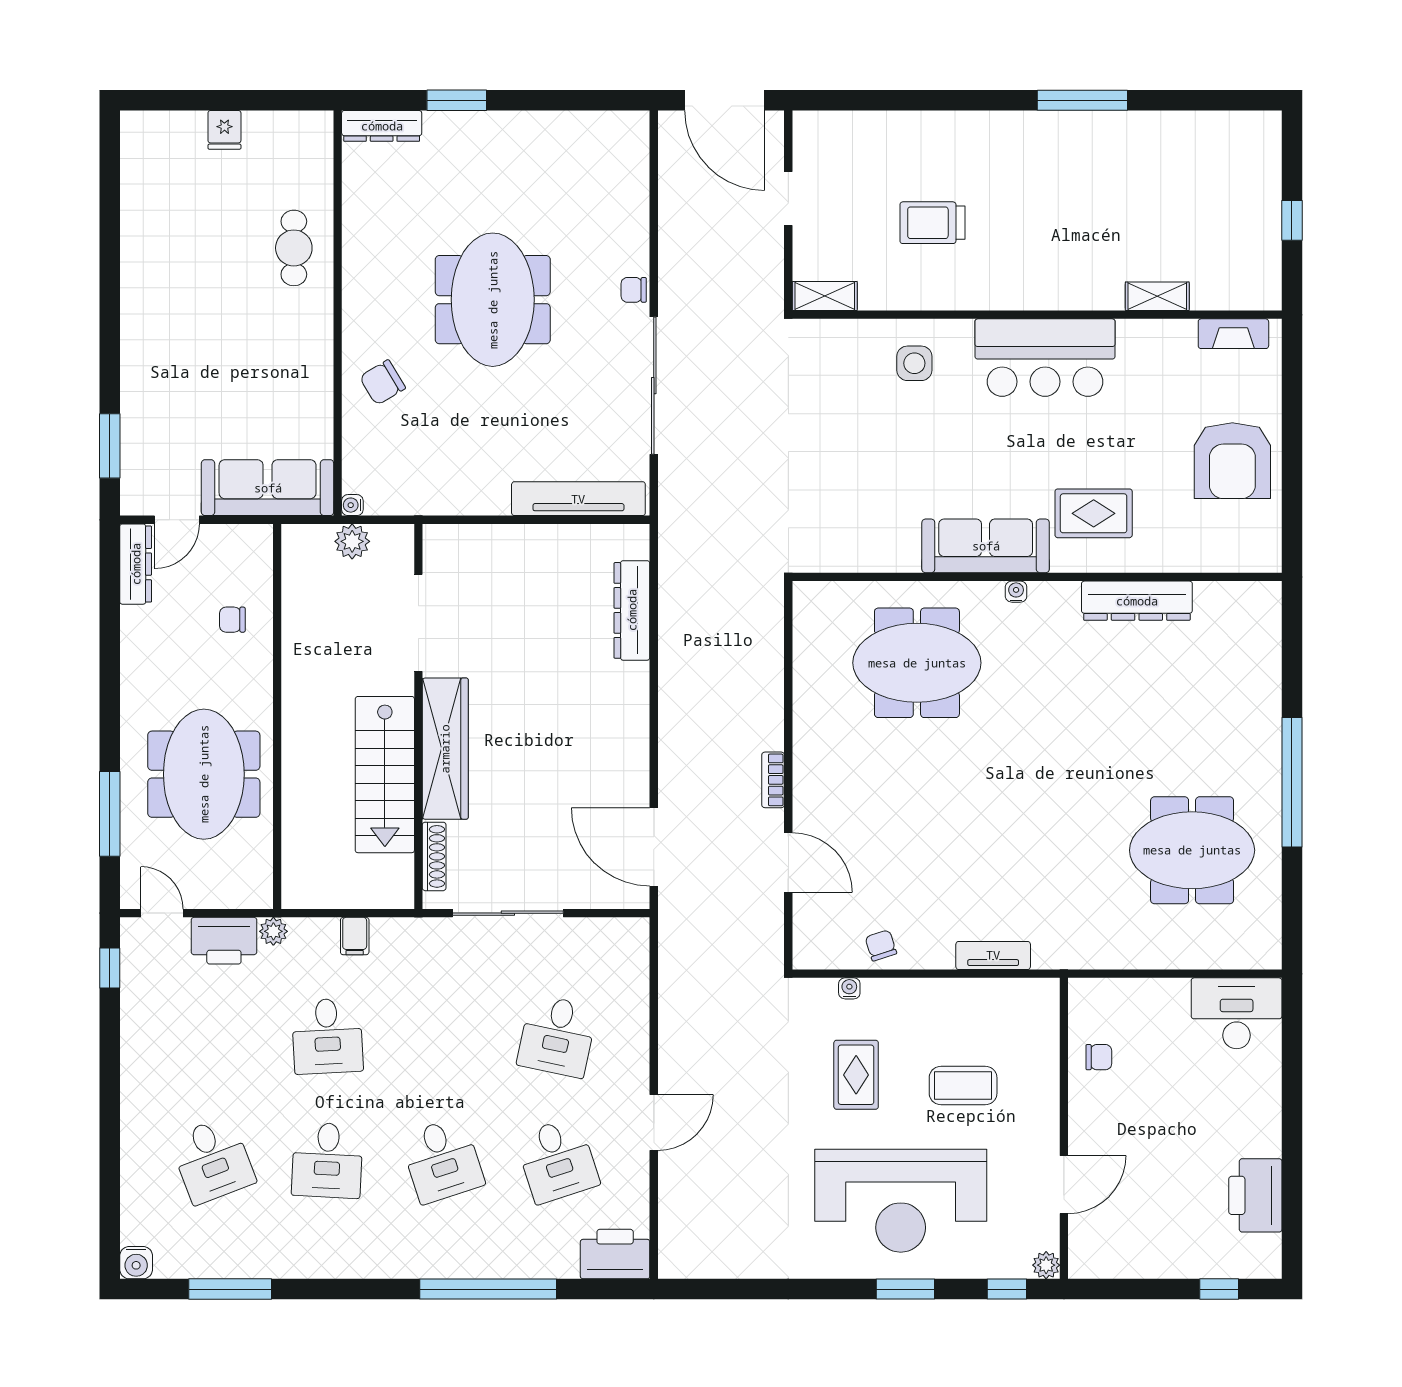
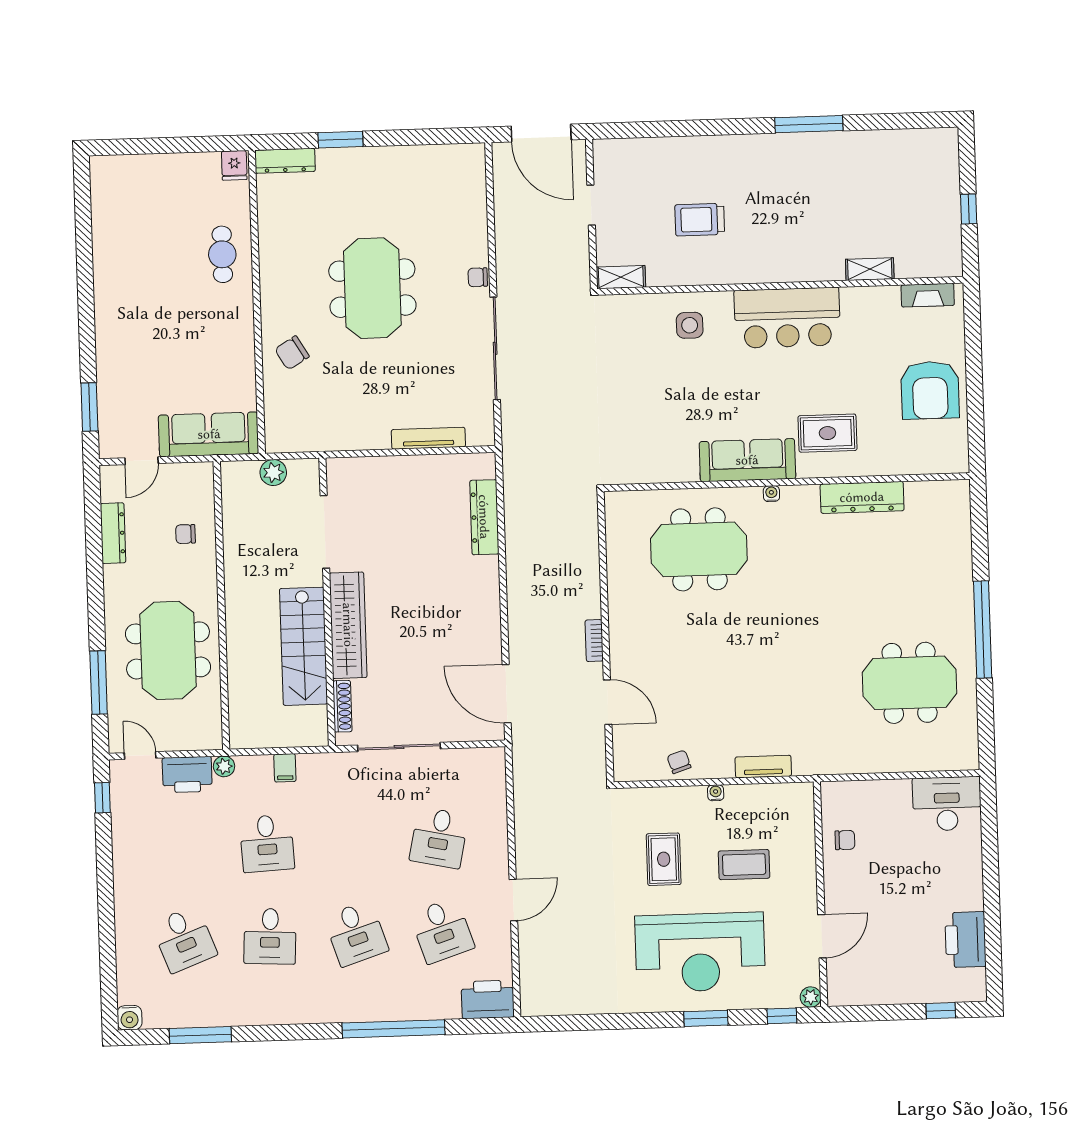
fridge: (224, 130) -> (234, 165), moved
tv unit: (578, 499) -> (428, 438), width x0.73, depth x0.78
water cooler: (352, 505) -> (273, 445), removed
dresser: (136, 564) -> (113, 533), moved
water cooler: (849, 988) -> (716, 793), moved

